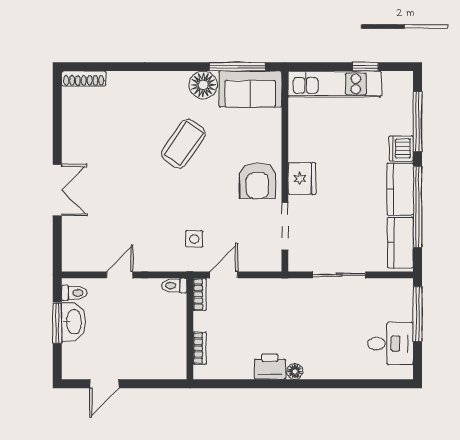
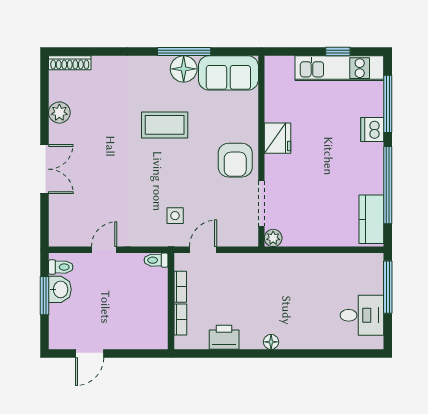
window: (237, 67) -> (184, 52), moved
kitchen unit: (334, 84) -> (339, 68), moved
plant: (73, 131) -> (59, 113), added
coffee table: (183, 144) -> (165, 125), turned 55
fridge: (302, 178) -> (278, 138), moved
kitchen counter: (400, 189) -> (371, 168), removed
plant: (297, 262) -> (273, 238), added
sliding door: (339, 275) -> (313, 250), removed
bookcase: (200, 294) -> (180, 287), moved
washbasin: (73, 322) -> (60, 289), width x0.72
printer: (270, 367) -> (224, 337), moved

